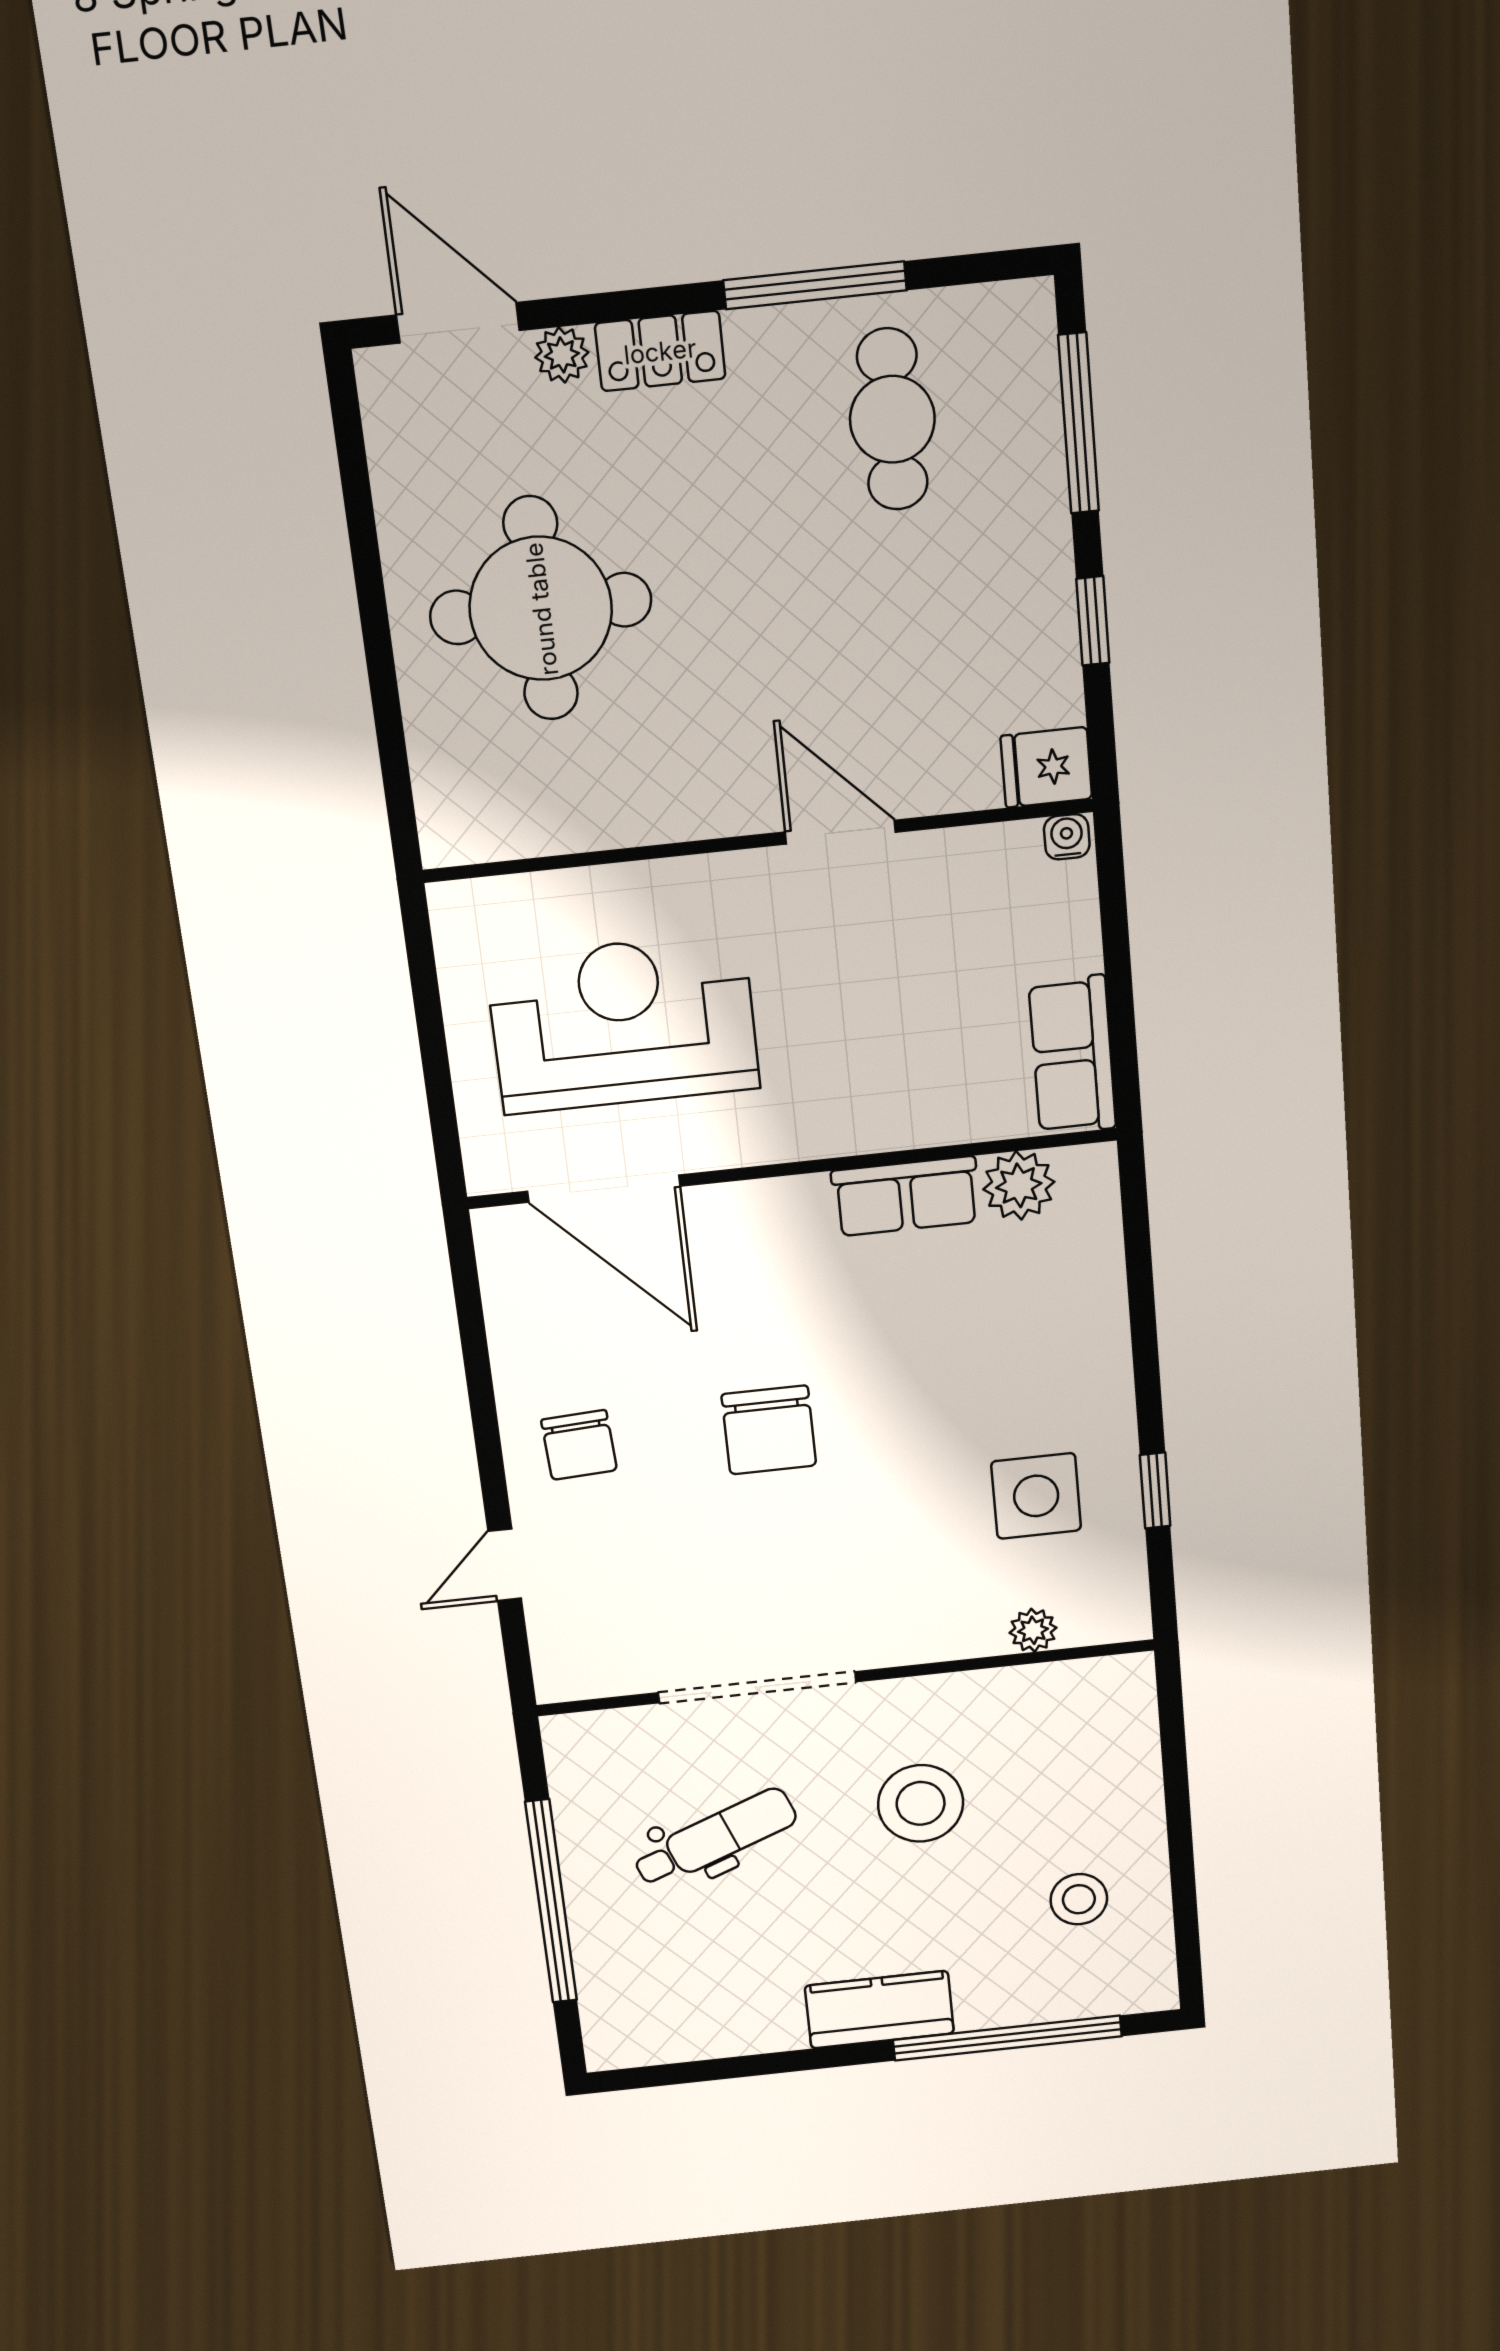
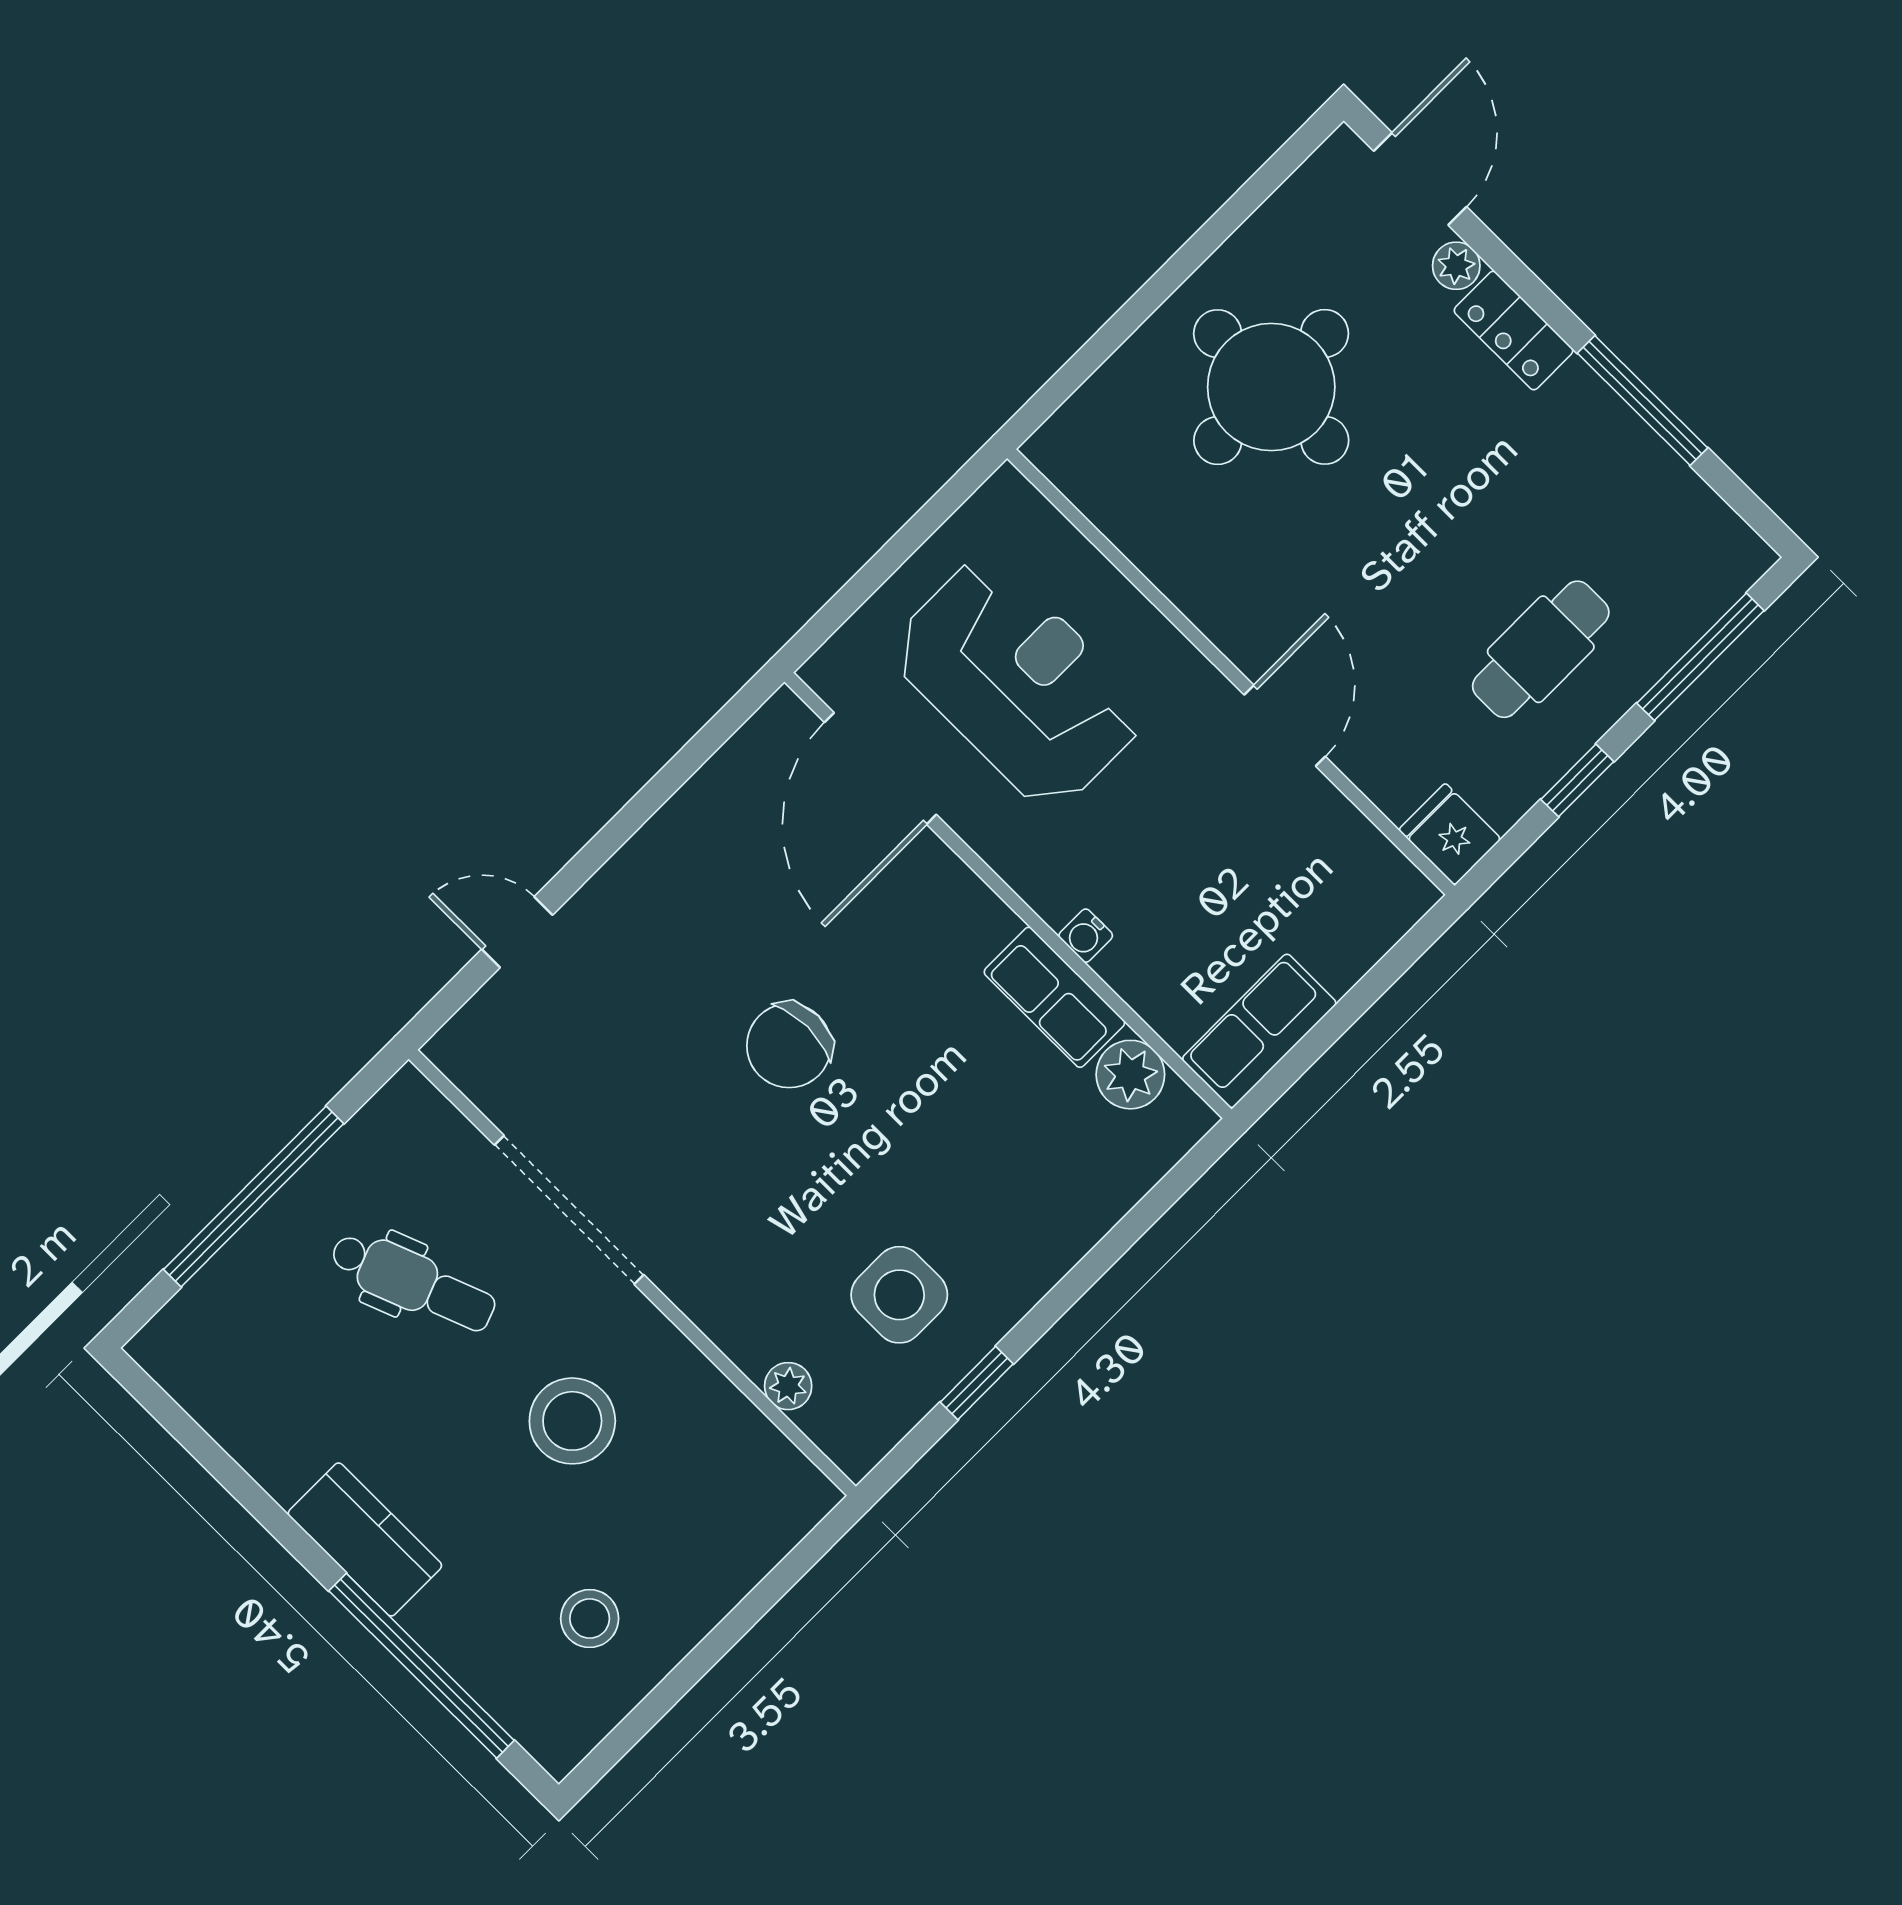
cafe table: (892, 419) -> (1541, 649), moved
water cooler: (1067, 837) -> (1086, 936), moved, turned 180
chair: (579, 1445) -> (662, 911), removed

